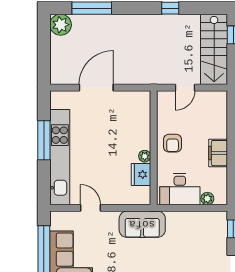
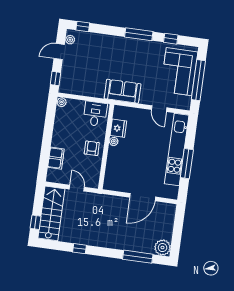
door: (185, 88) -> (77, 188), hinge flipped
filing cabinet: (218, 153) -> (56, 158), moved
desk: (180, 189) -> (95, 114), width x0.73
plant: (207, 199) -> (62, 102), moved

